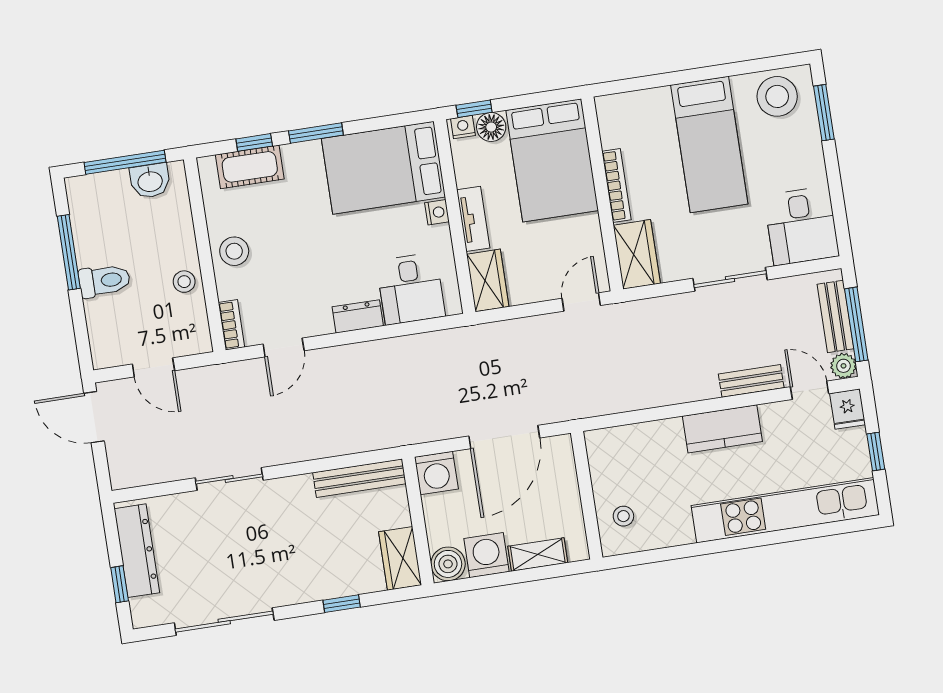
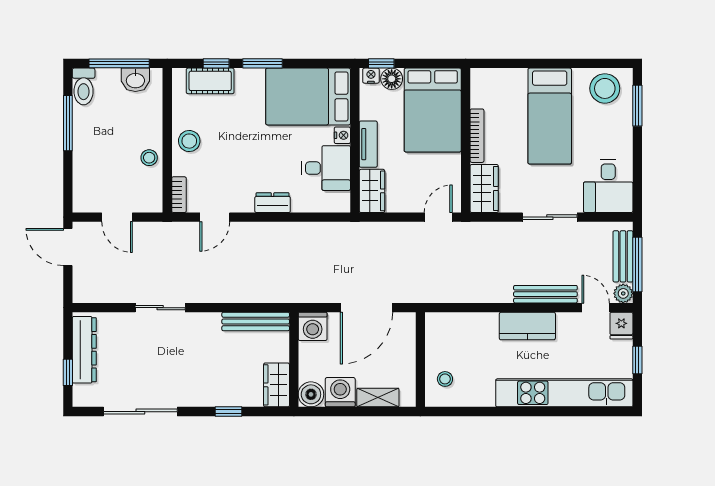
toilet: (104, 281) -> (84, 86), moved, turned 90
desk: (411, 289) -> (326, 168), moved, turned -90
bench: (751, 381) -> (545, 294), width x1.36

